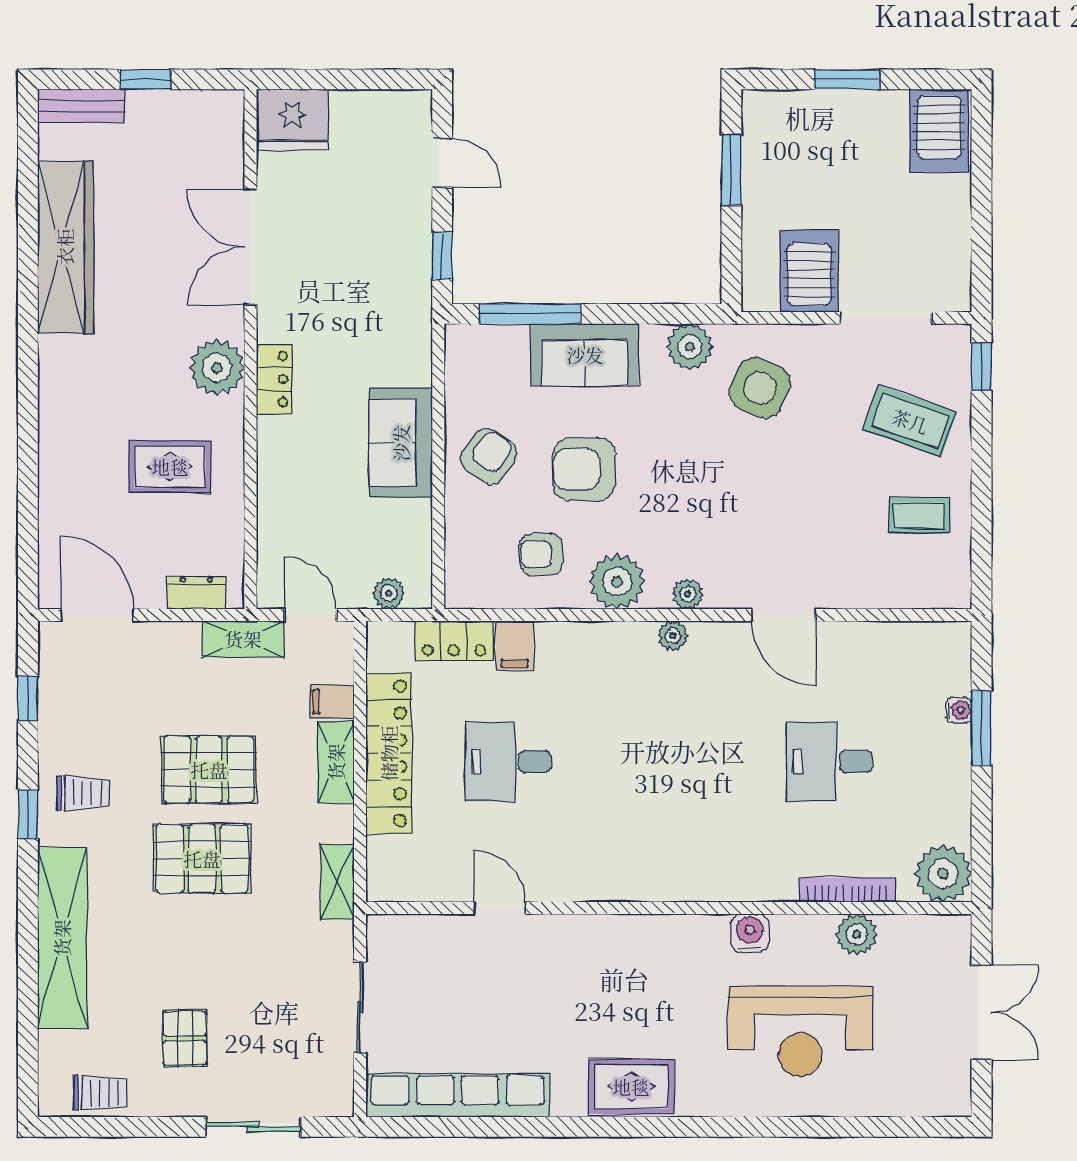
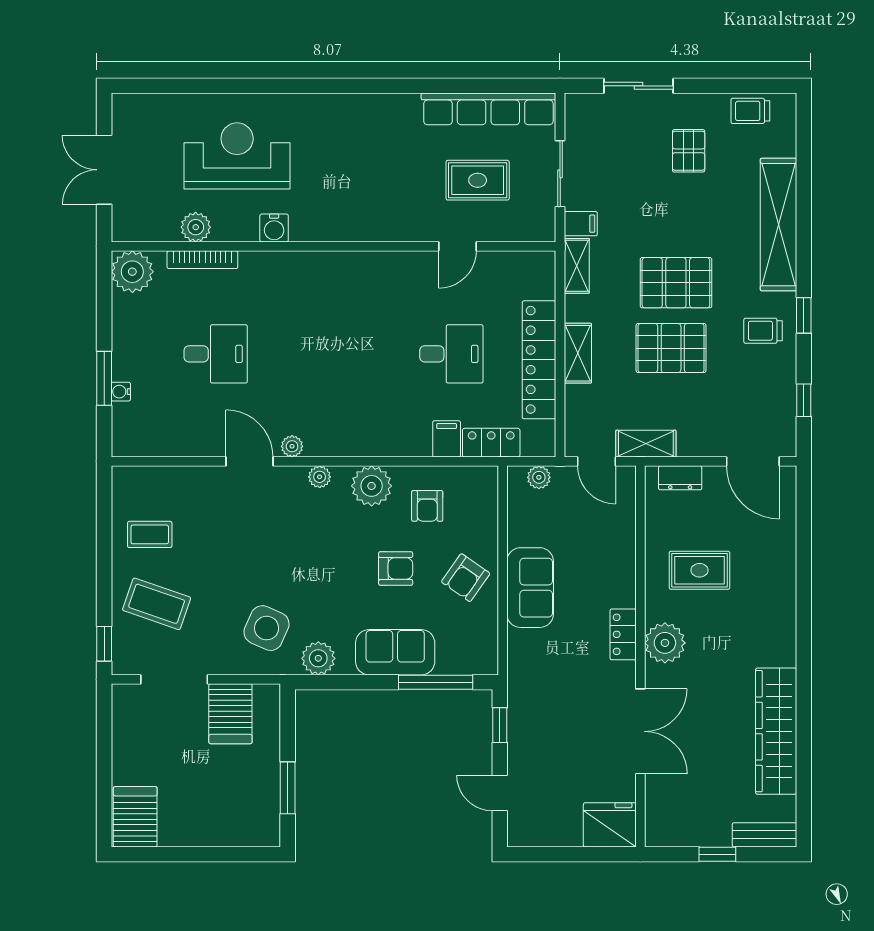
window: (847, 79) -> (203, 854), removed
armchair: (584, 469) -> (396, 568), width x0.72, depth x0.72
armchair: (541, 554) -> (427, 506), turned 90
plant: (673, 636) -> (292, 446), moved
filing cabinet: (332, 702) -> (581, 224), moved
door: (500, 908) -> (457, 246), hinge flipped
rug: (631, 1087) -> (478, 180), moved

